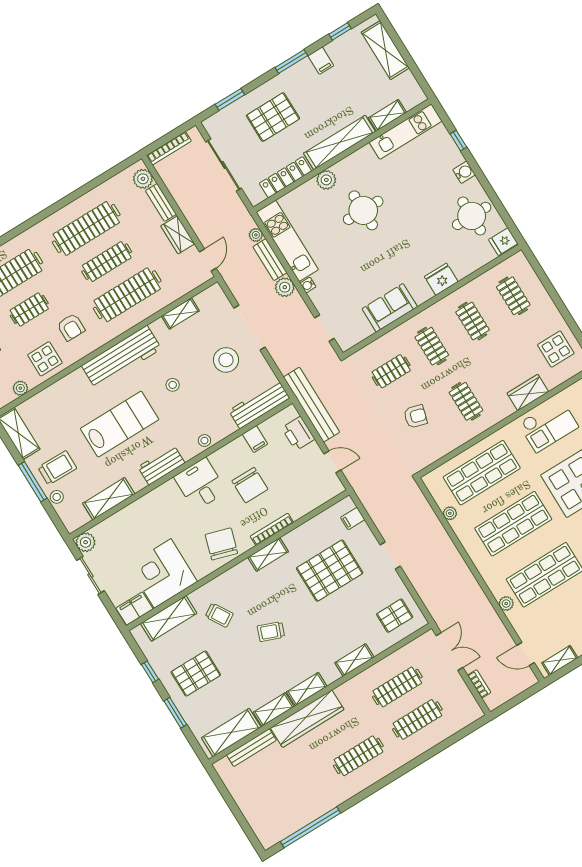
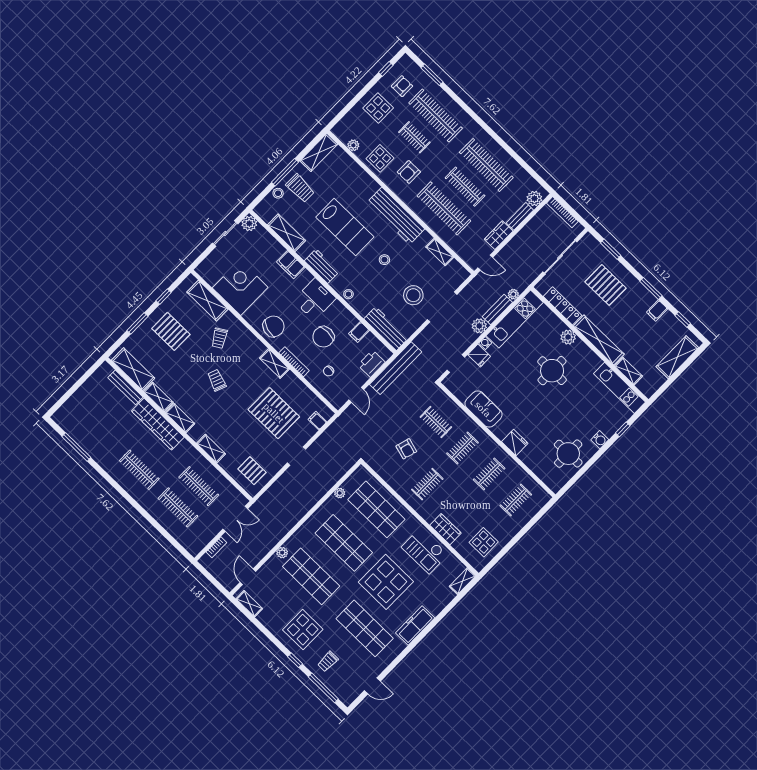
fridge: (503, 242) -> (479, 355), moved, turned 180
chair: (294, 489) -> (329, 371), added
filing cabinet: (135, 609) -> (291, 265), moved, turned 180
window: (311, 827) -> (76, 447), width x0.68

